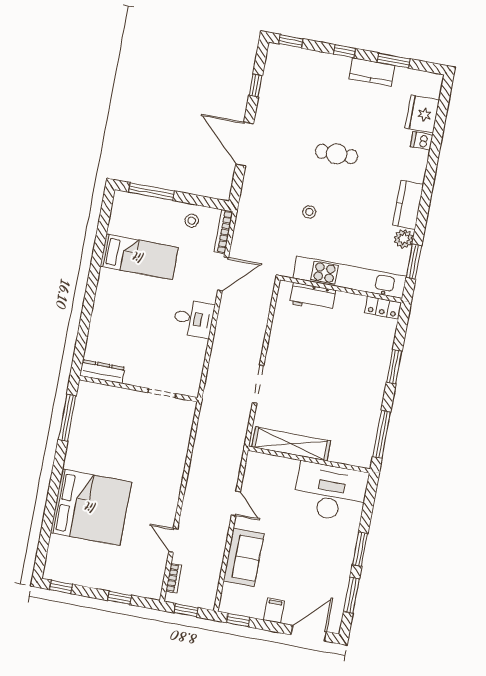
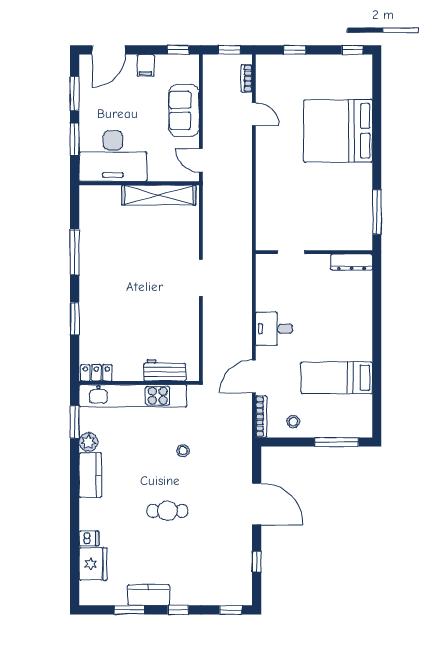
shelving: (291, 444) -> (159, 195), moved
wall: (309, 460) -> (139, 183), moved
desk: (330, 492) -> (113, 156), moved

